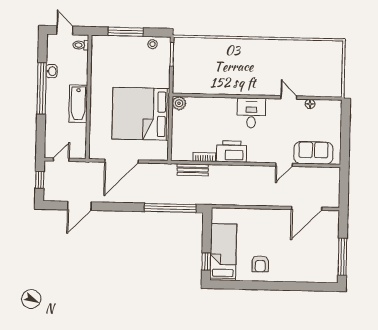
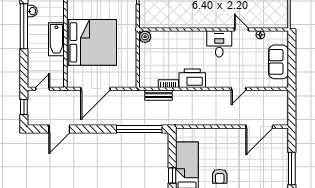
desk: (251, 113) -> (219, 44), moved
bed: (141, 114) -> (92, 42), moved, turned 180
sofa: (313, 153) -> (278, 62), moved, turned -90

